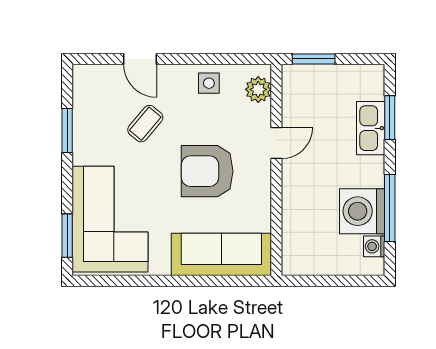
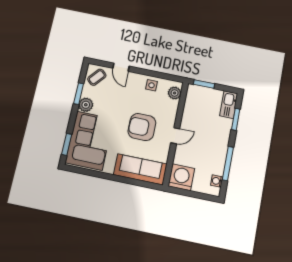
coffee table: (145, 124) -> (97, 77), moved
kitchen sink: (371, 128) -> (229, 105), moved
door: (276, 143) -> (175, 136), moved
plant: (87, 150) -> (86, 105), added
washing machine: (362, 211) -> (181, 177), moved, turned 90

